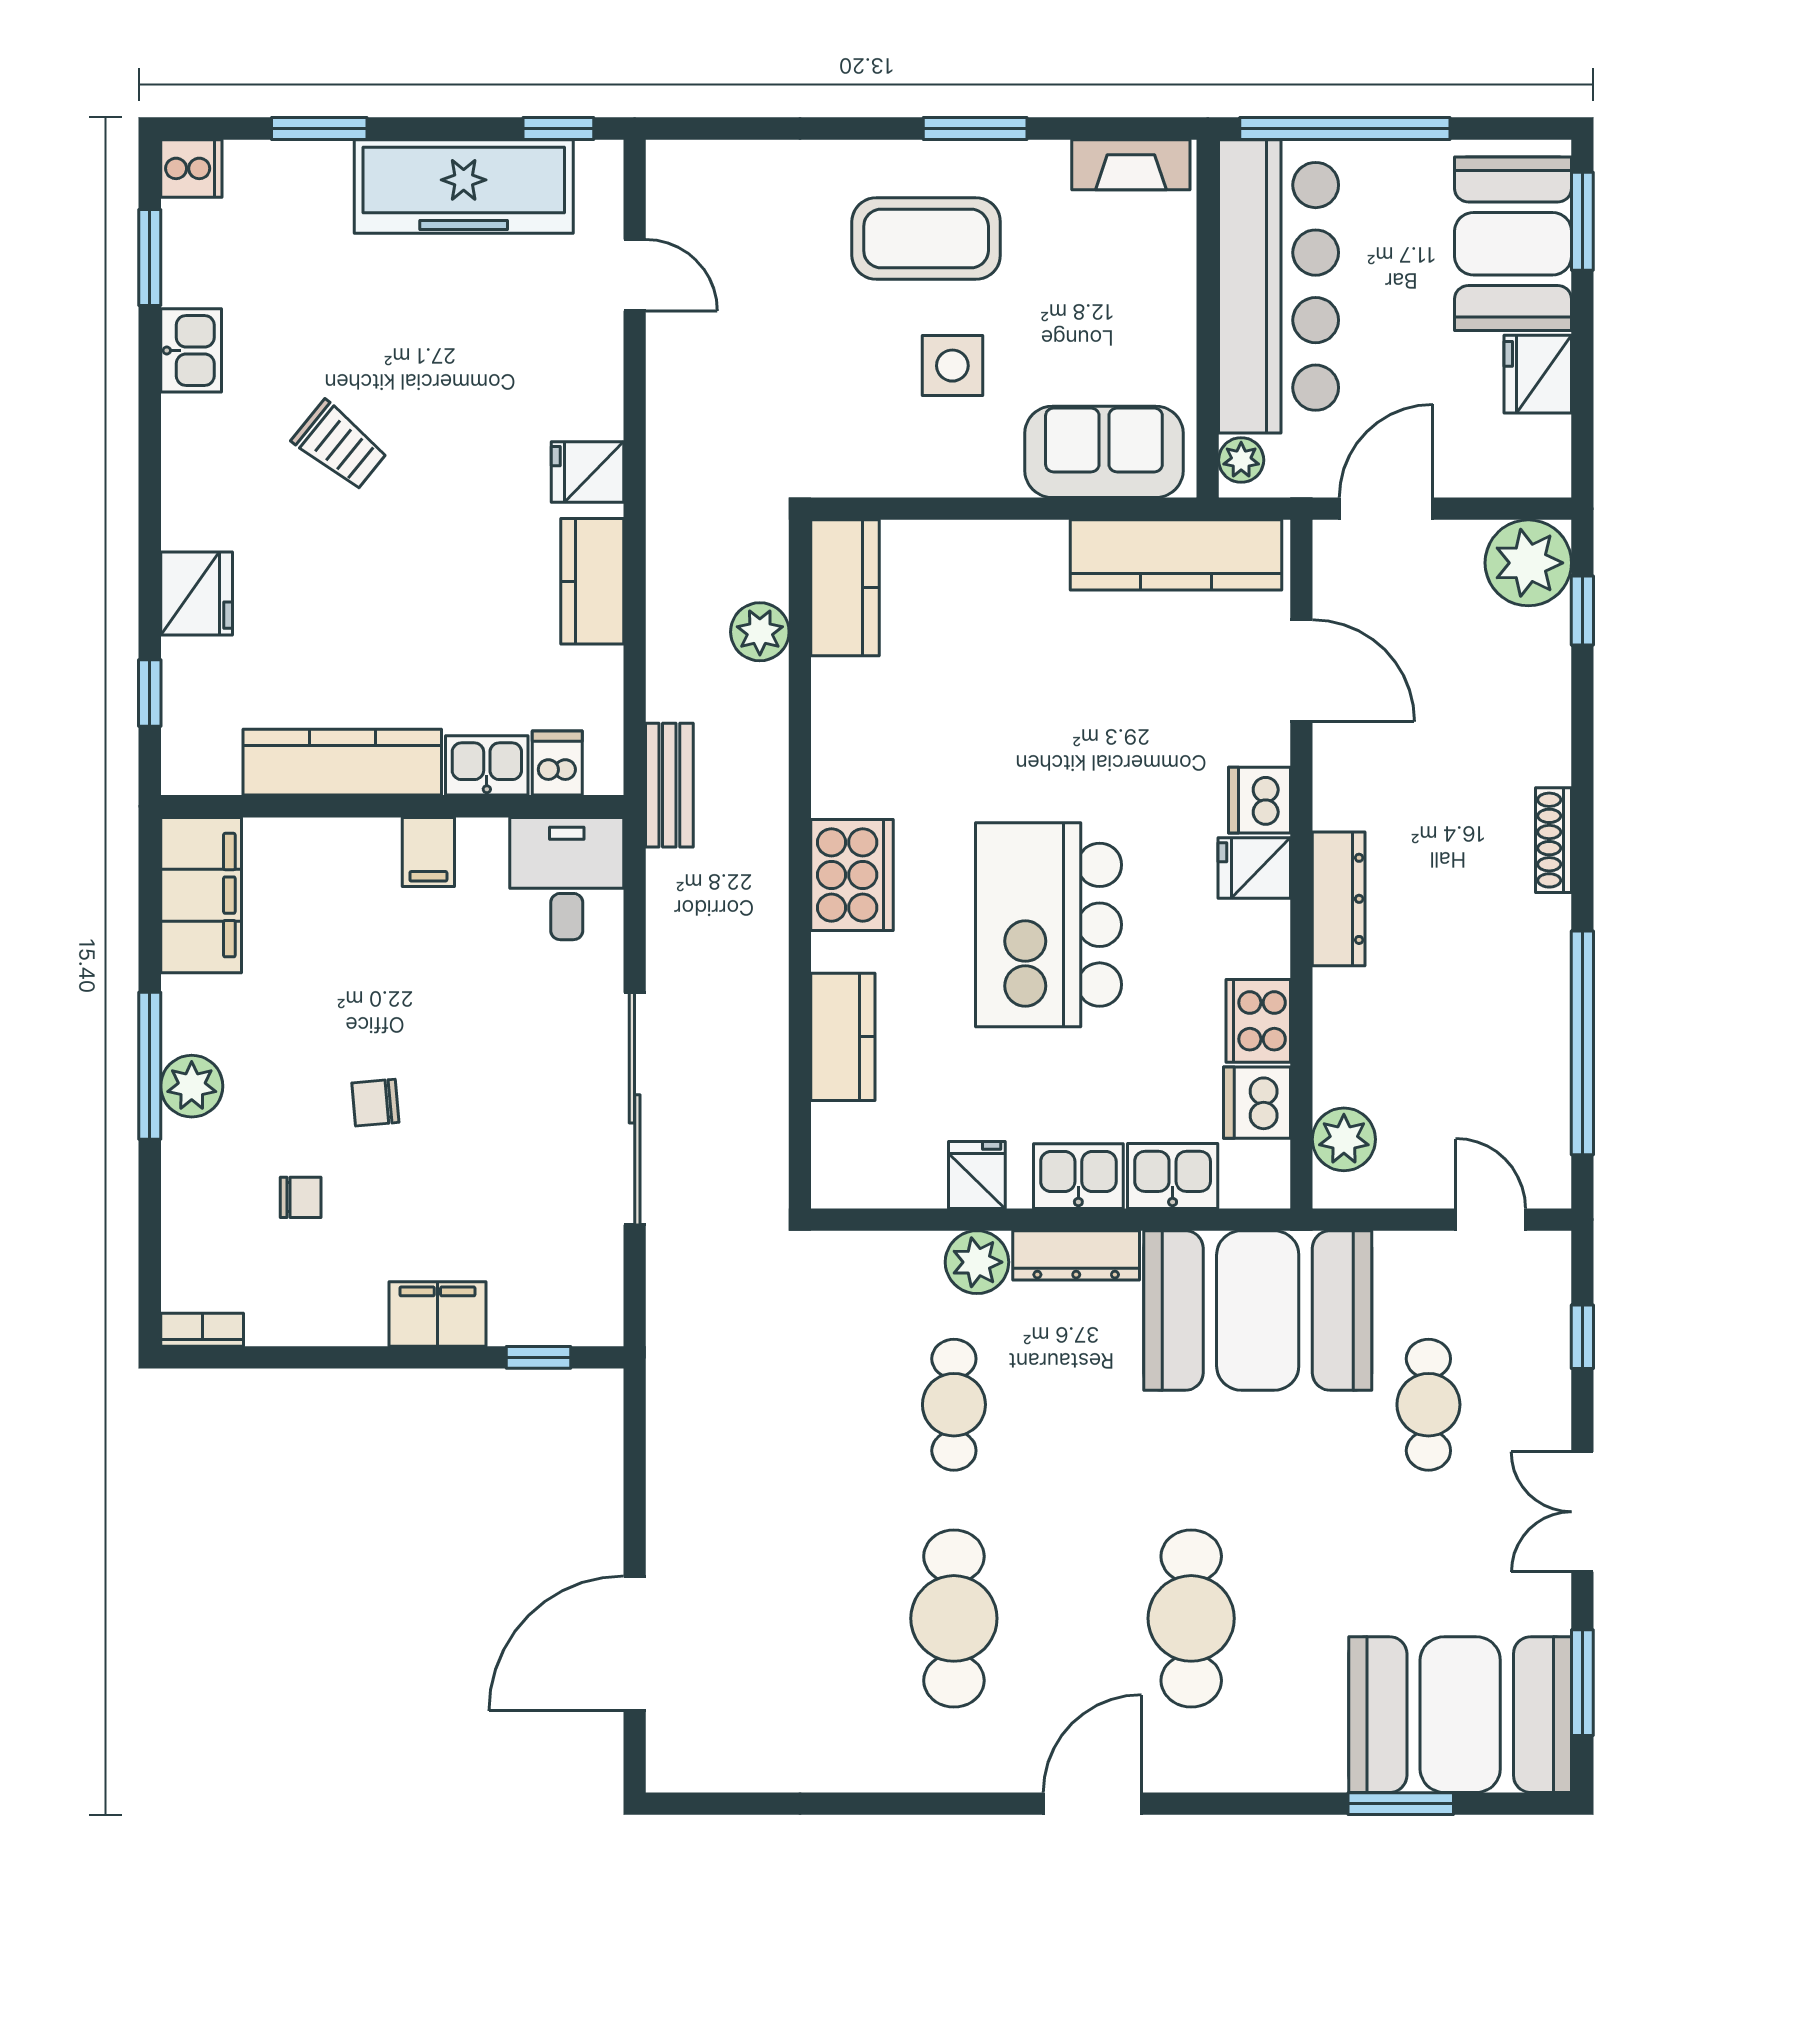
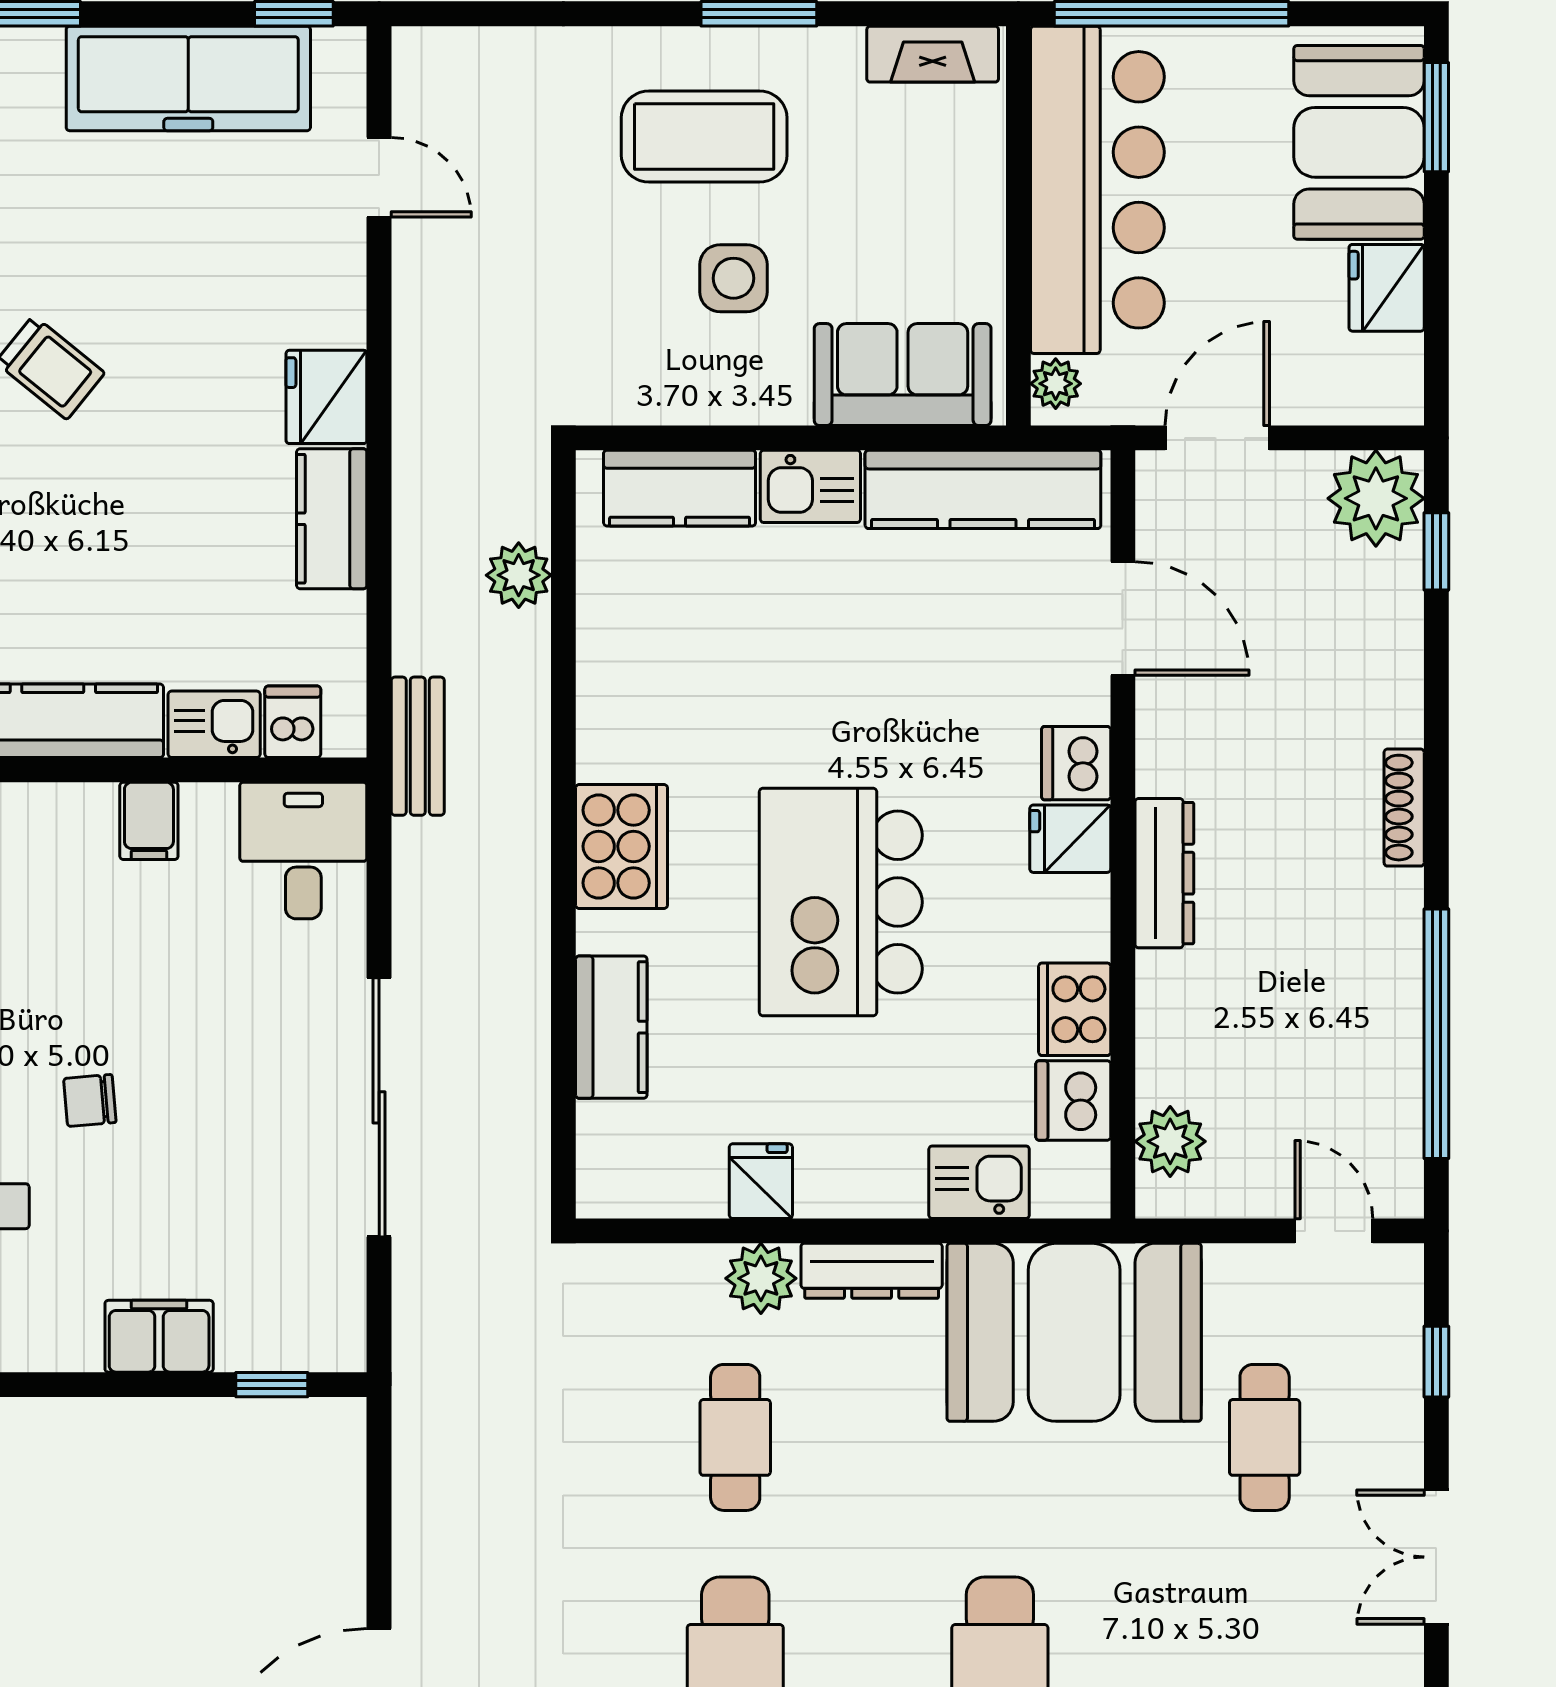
fridge: (587, 472) -> (326, 397), width x1.38
kitchen counter: (845, 588) -> (680, 488), moved, turned 90
kitchen sink: (1078, 1176) -> (810, 486), moved, turned 180

